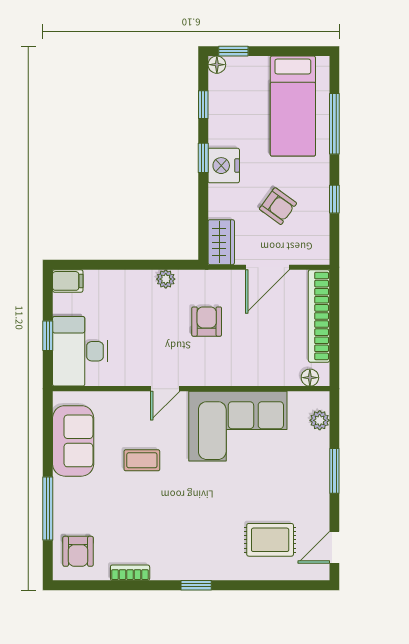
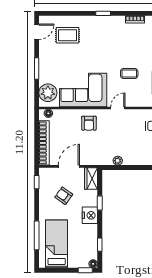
window: (203, 158) -> (100, 203), moved
window: (334, 199) -> (37, 182), moved
armchair: (207, 322) -> (89, 123), moved
plant: (320, 420) -> (48, 93), width x1.88, depth x1.88

